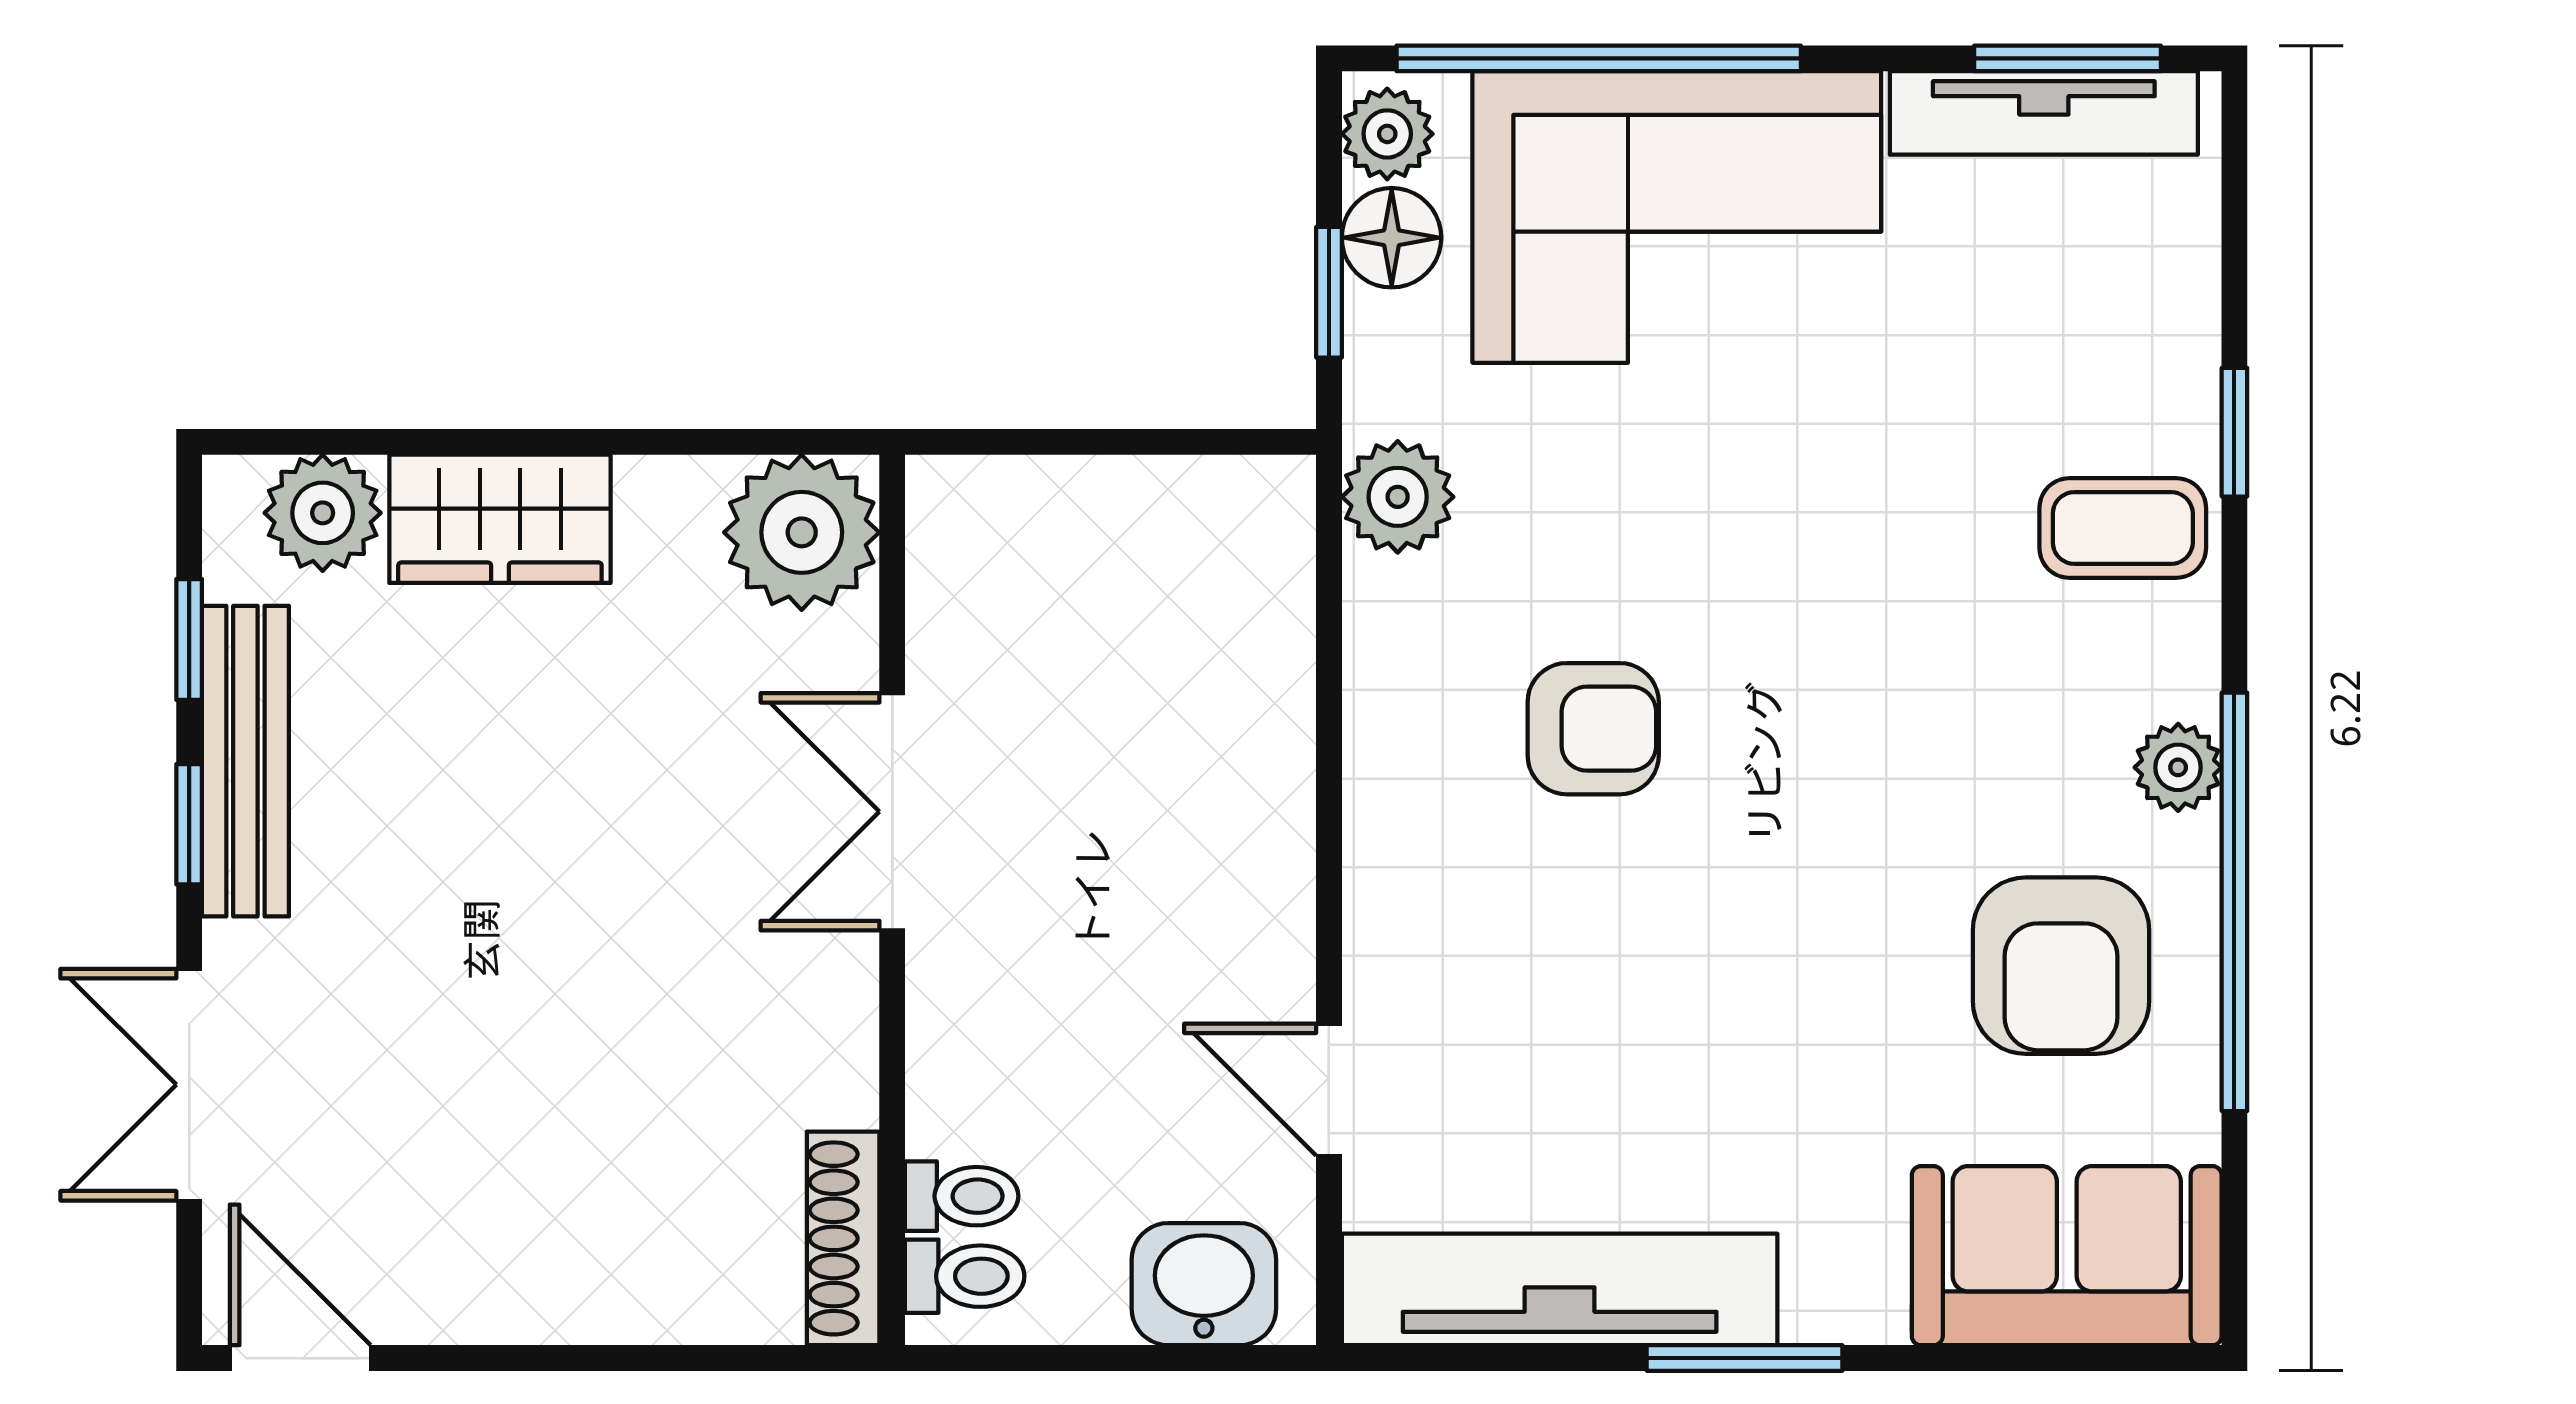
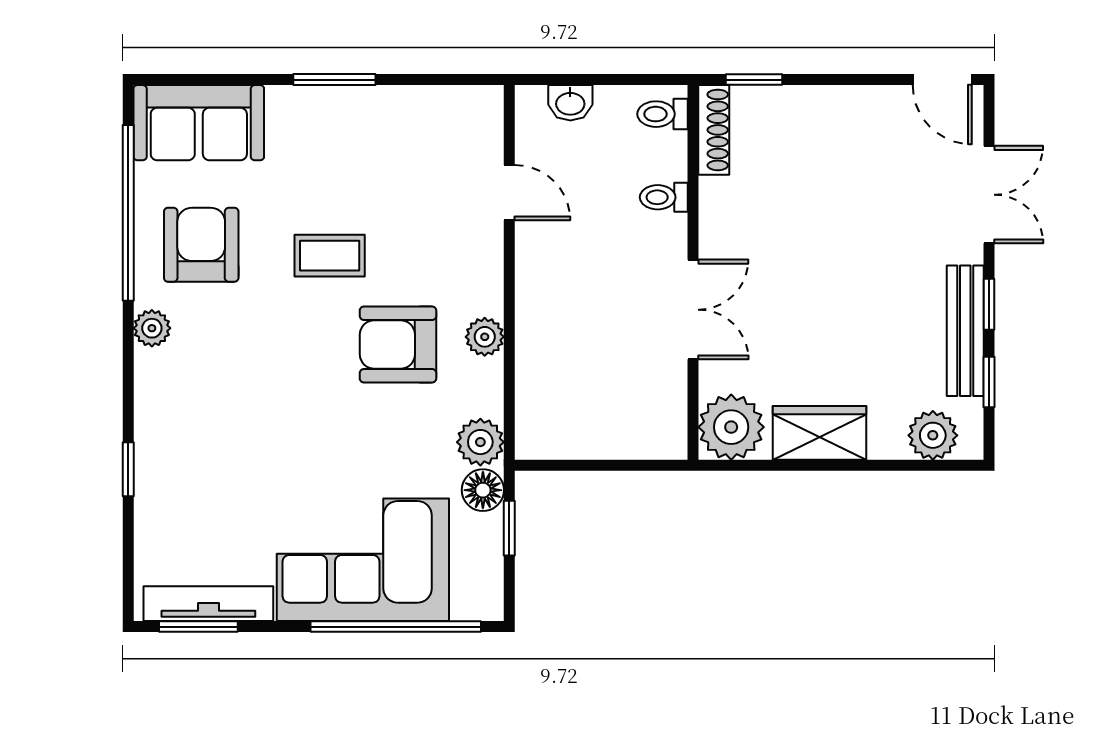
plant: (1387, 134) -> (485, 337), moved
floor lamp: (1392, 238) -> (483, 490), moved
wardrobe: (500, 519) -> (820, 433), moved
coffee table: (2123, 528) -> (330, 256), moved
armchair: (1593, 729) -> (398, 344), width x1.38, depth x1.38
window: (2234, 902) -> (128, 213), moved
toilet: (962, 1196) -> (664, 197), moved
washbasin: (1204, 1284) -> (570, 103), width x0.72, depth x0.69
tv unit: (1560, 1289) -> (412, 108), removed
window: (747, 1358) -> (754, 80), added

